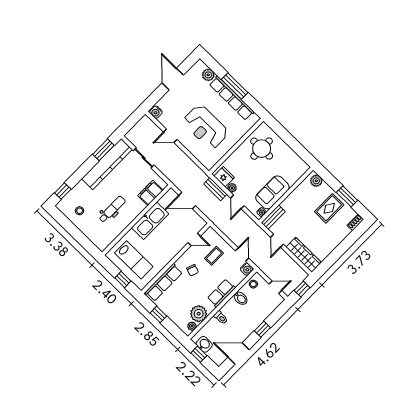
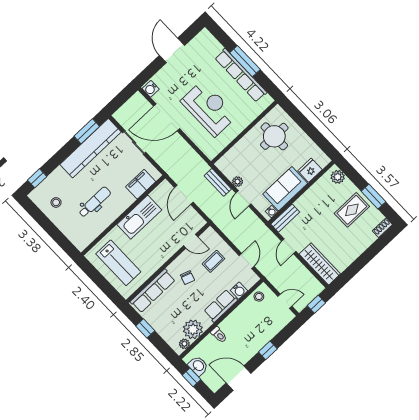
plant: (208, 75) -> (214, 47), removed
reception desk: (206, 127) -> (209, 108), turned 180
door: (170, 136) -> (167, 117), width x1.88
fridge: (224, 177) -> (310, 170), moved, turned -90
door: (187, 201) -> (184, 195), hinge flipped
water cooler: (247, 269) -> (239, 291), moved
window: (123, 280) -> (105, 286), removed
bidet: (241, 298) -> (243, 313), removed

